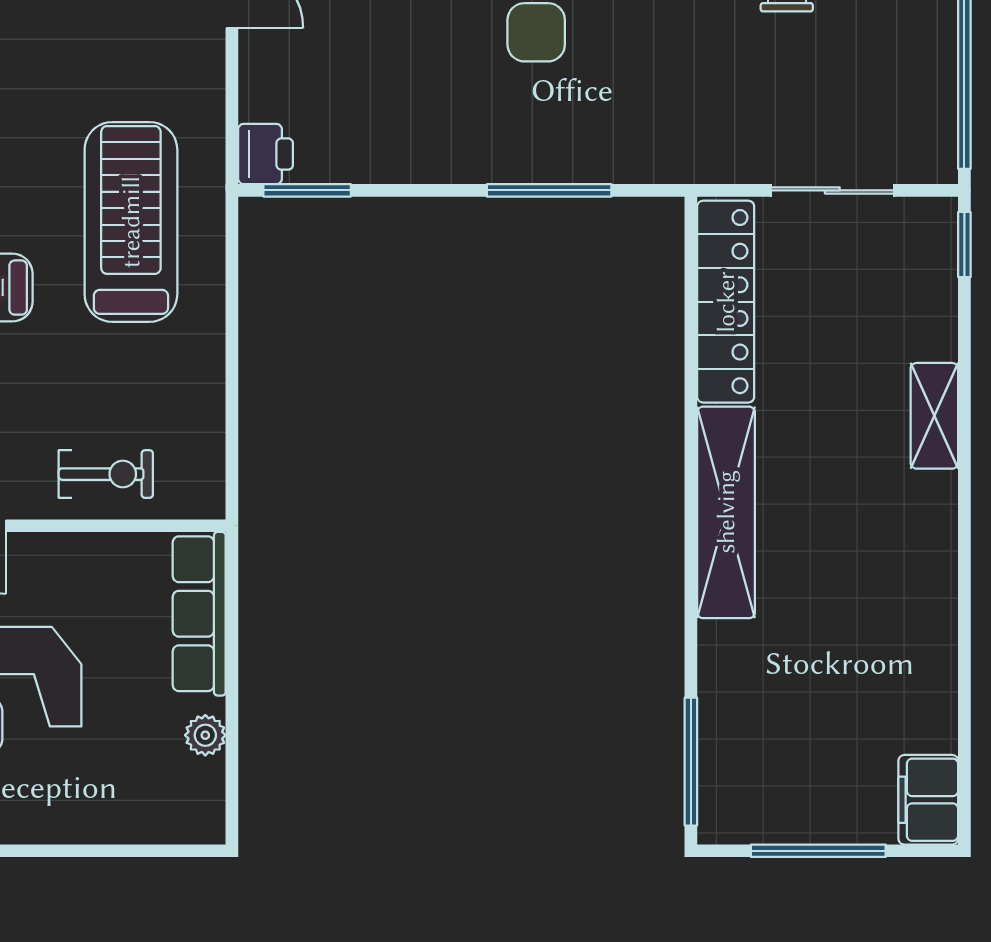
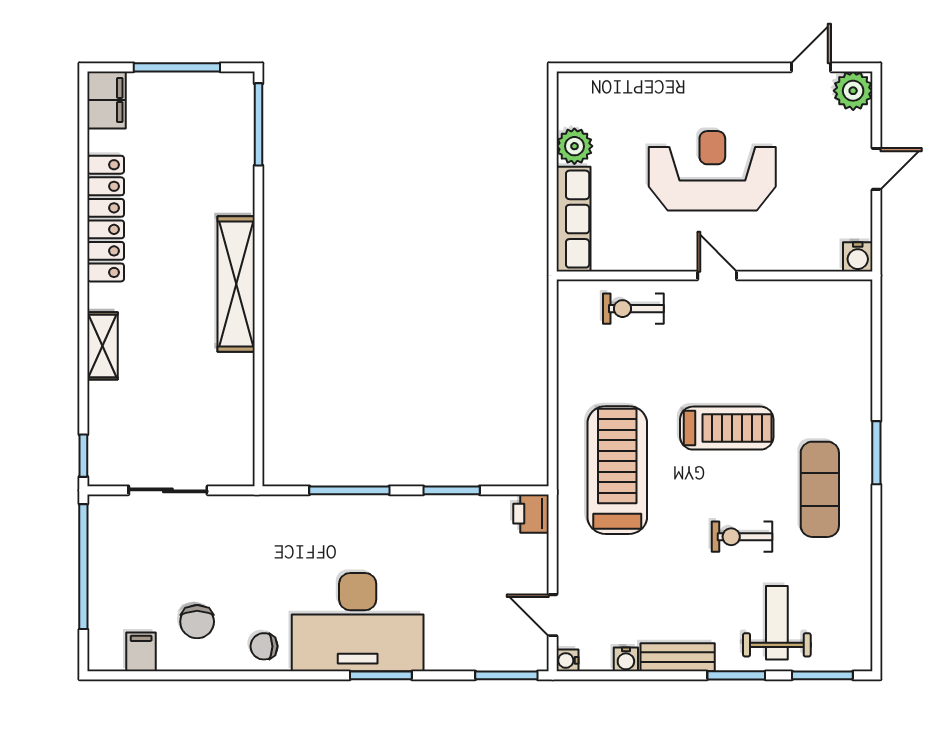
window: (307, 190) -> (452, 490), moved
treadmill: (131, 222) -> (617, 470), turned 180
locker: (726, 302) -> (106, 219), moved, turned 180
plant: (205, 735) -> (574, 146), width x1.38, depth x1.38

